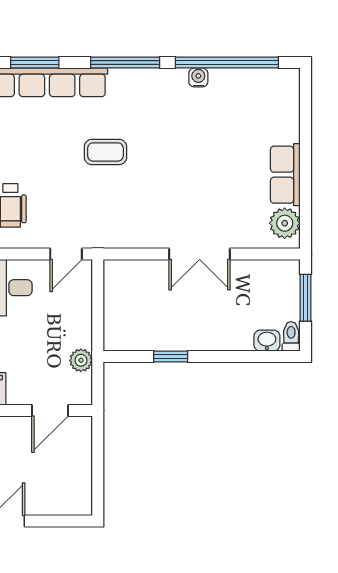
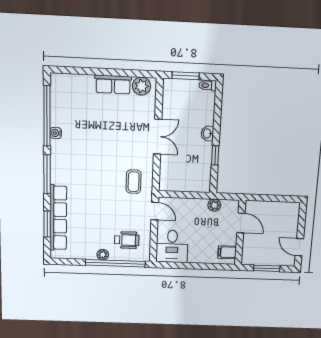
coffee table: (105, 152) -> (134, 182), moved
washbasin: (267, 341) -> (207, 133), moved

